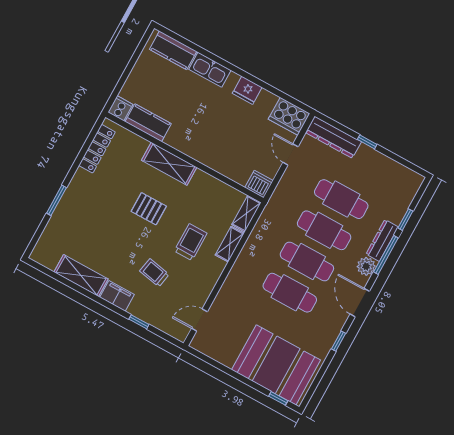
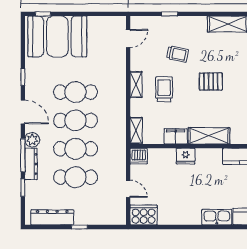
fridge: (247, 90) -> (186, 156), moved, turned 180
dresser: (333, 137) -> (52, 217), moved
pallet: (149, 209) -> (211, 81), moved
trolley: (191, 242) -> (164, 89), turned 180
shelving: (230, 244) -> (136, 84), moved
filing cabinet: (117, 296) -> (176, 136), moved, turned 180

